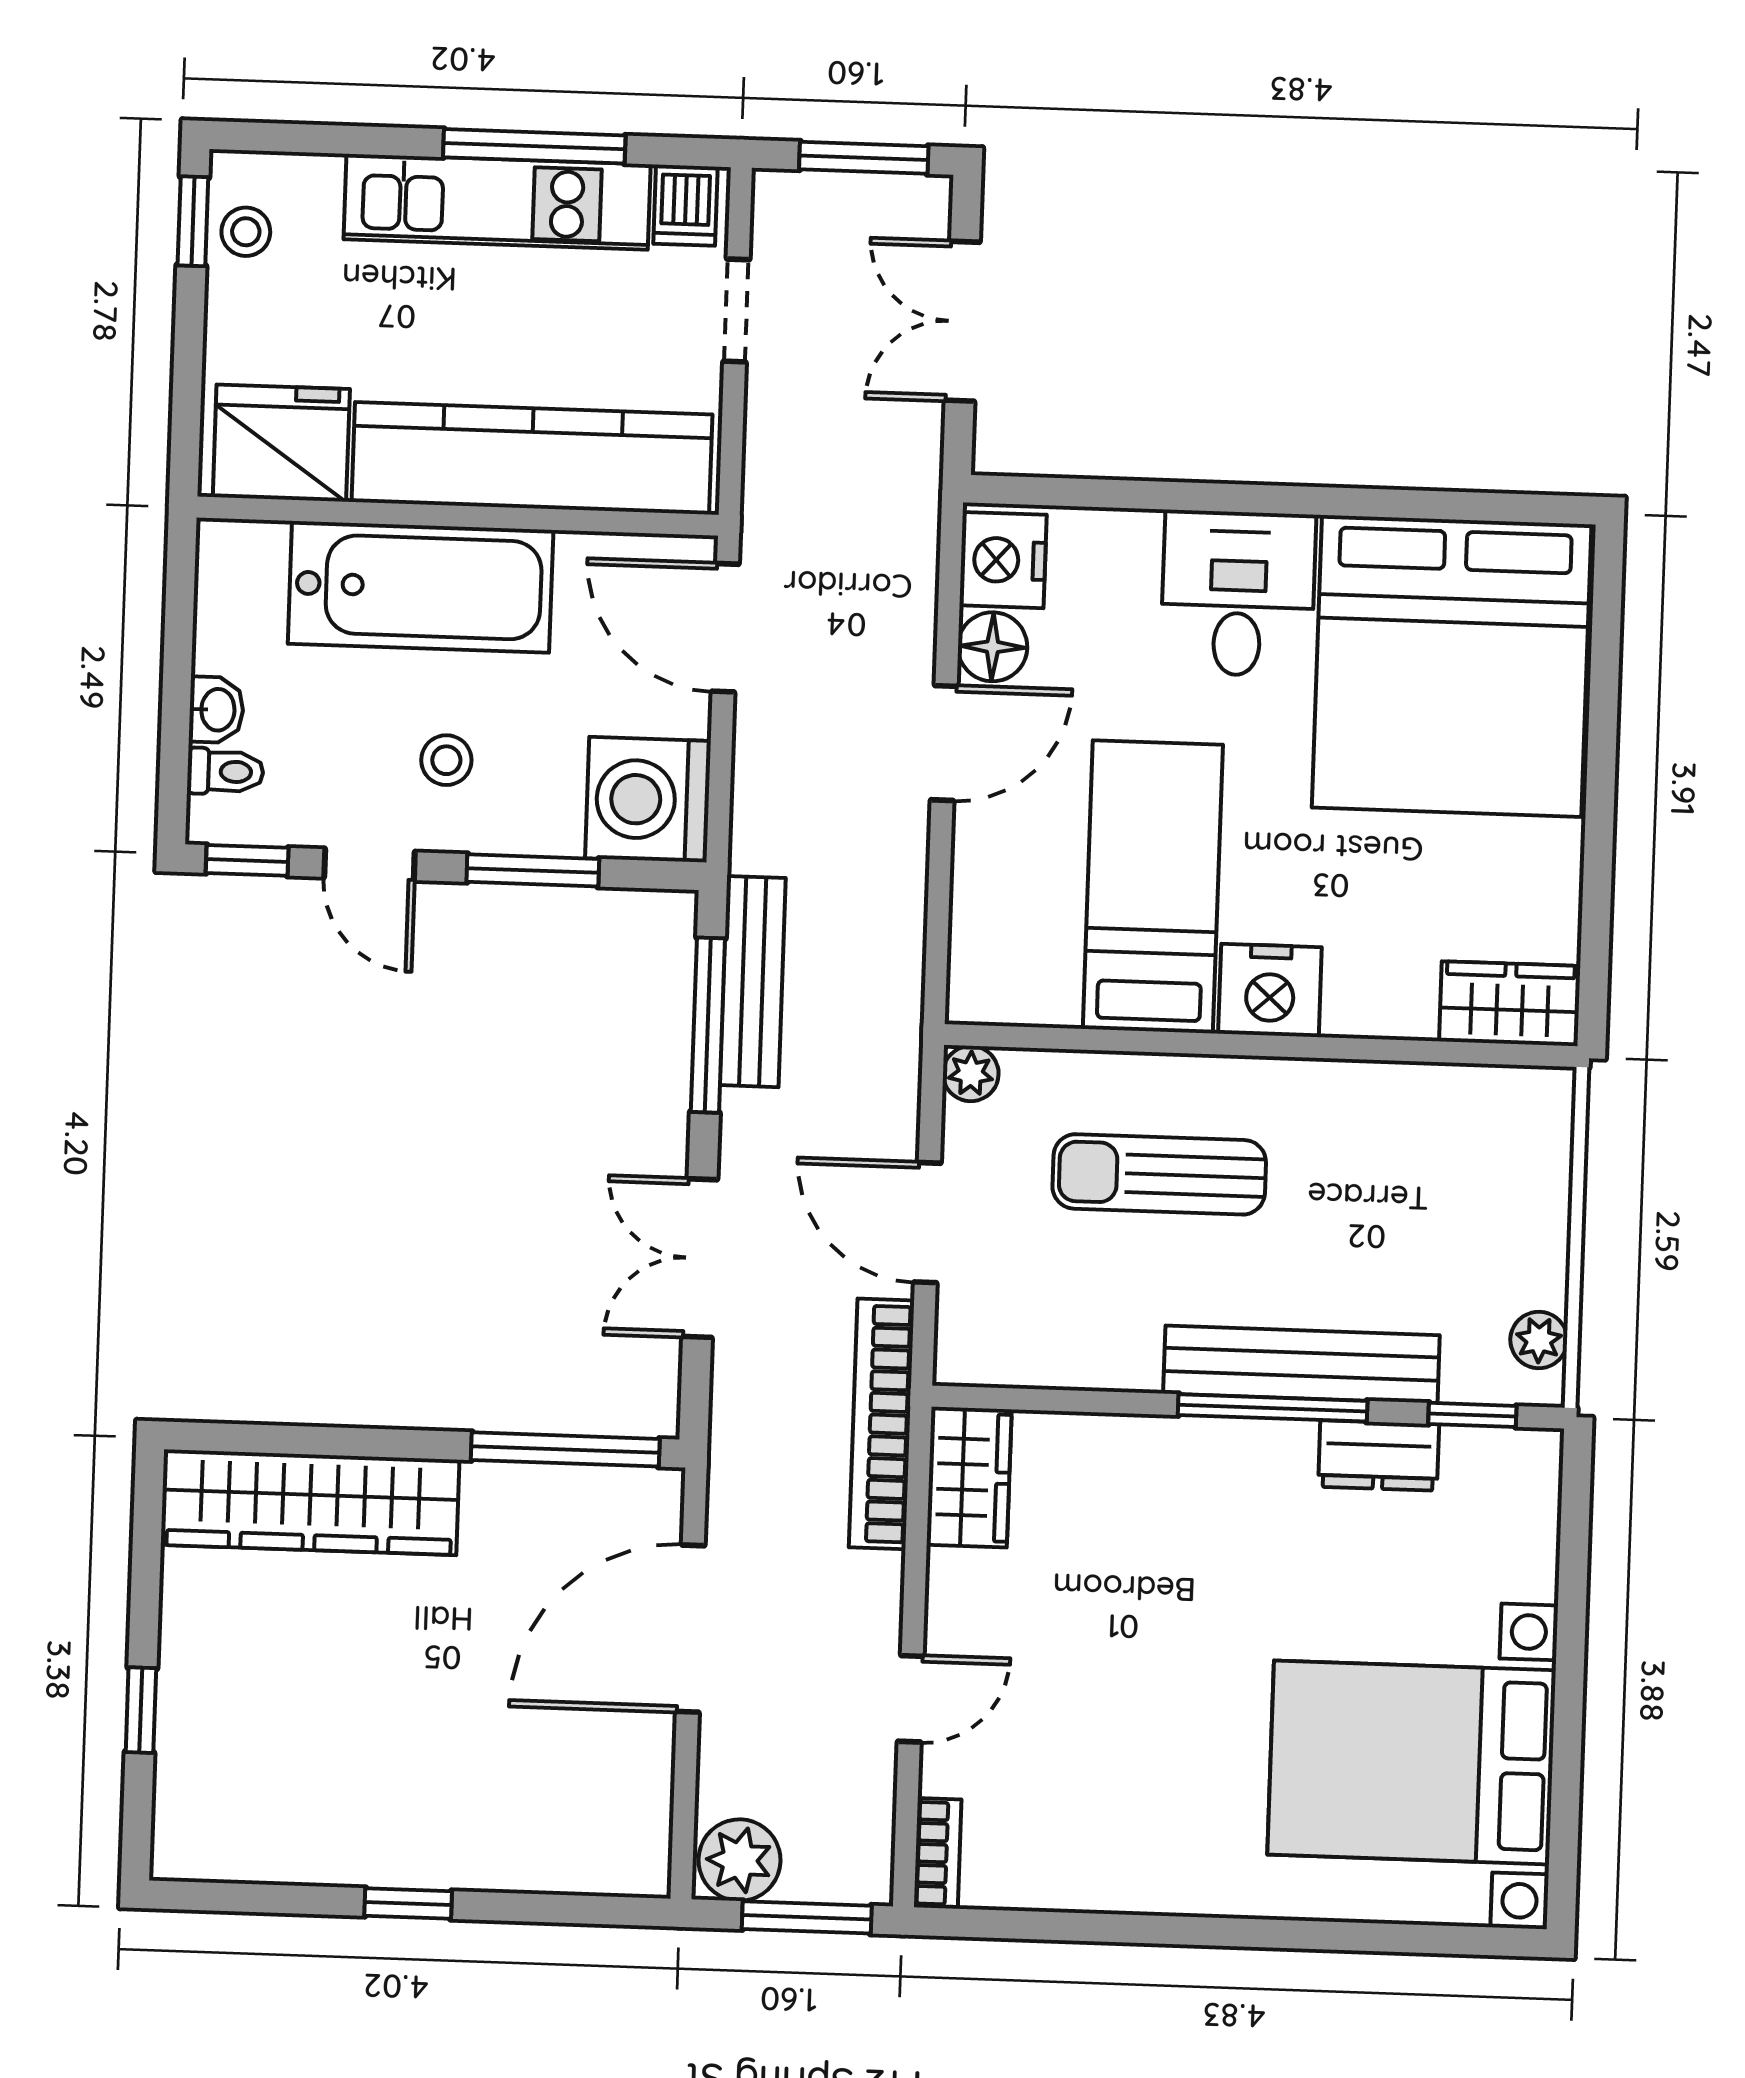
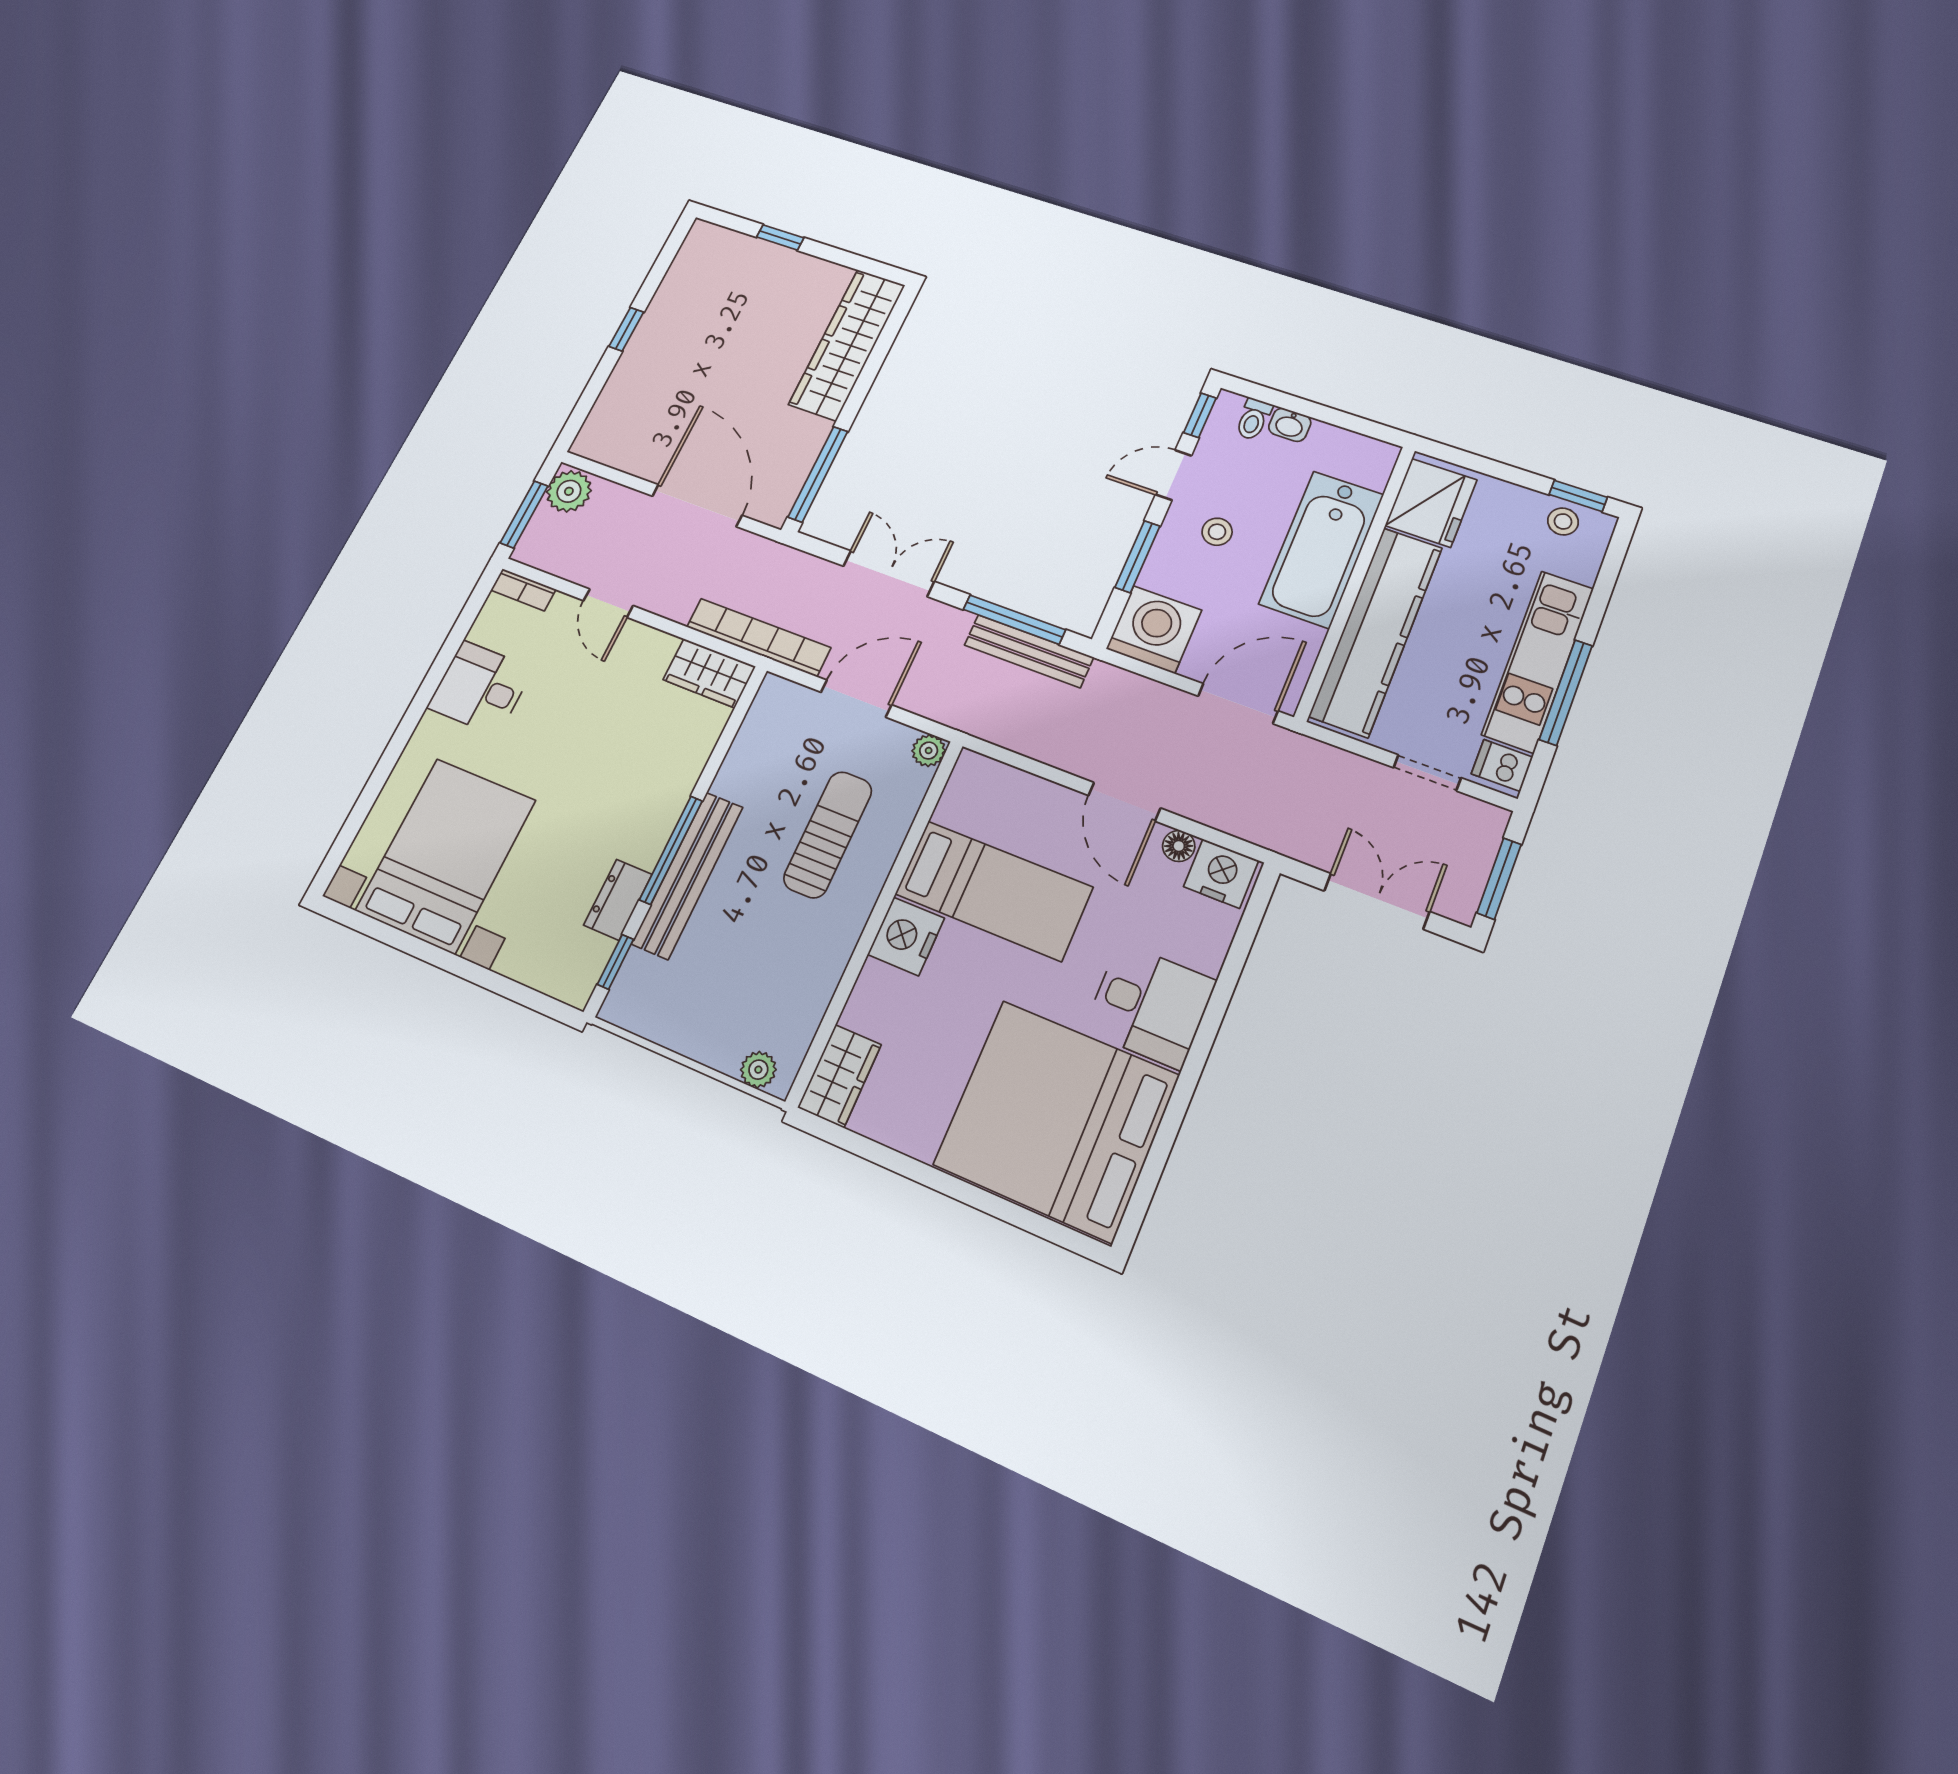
floor lamp: (993, 647) -> (1179, 846), width x0.73, depth x0.73
plant: (1539, 1340) -> (758, 1070), moved
desk: (1127, 1843) -> (480, 688), added

